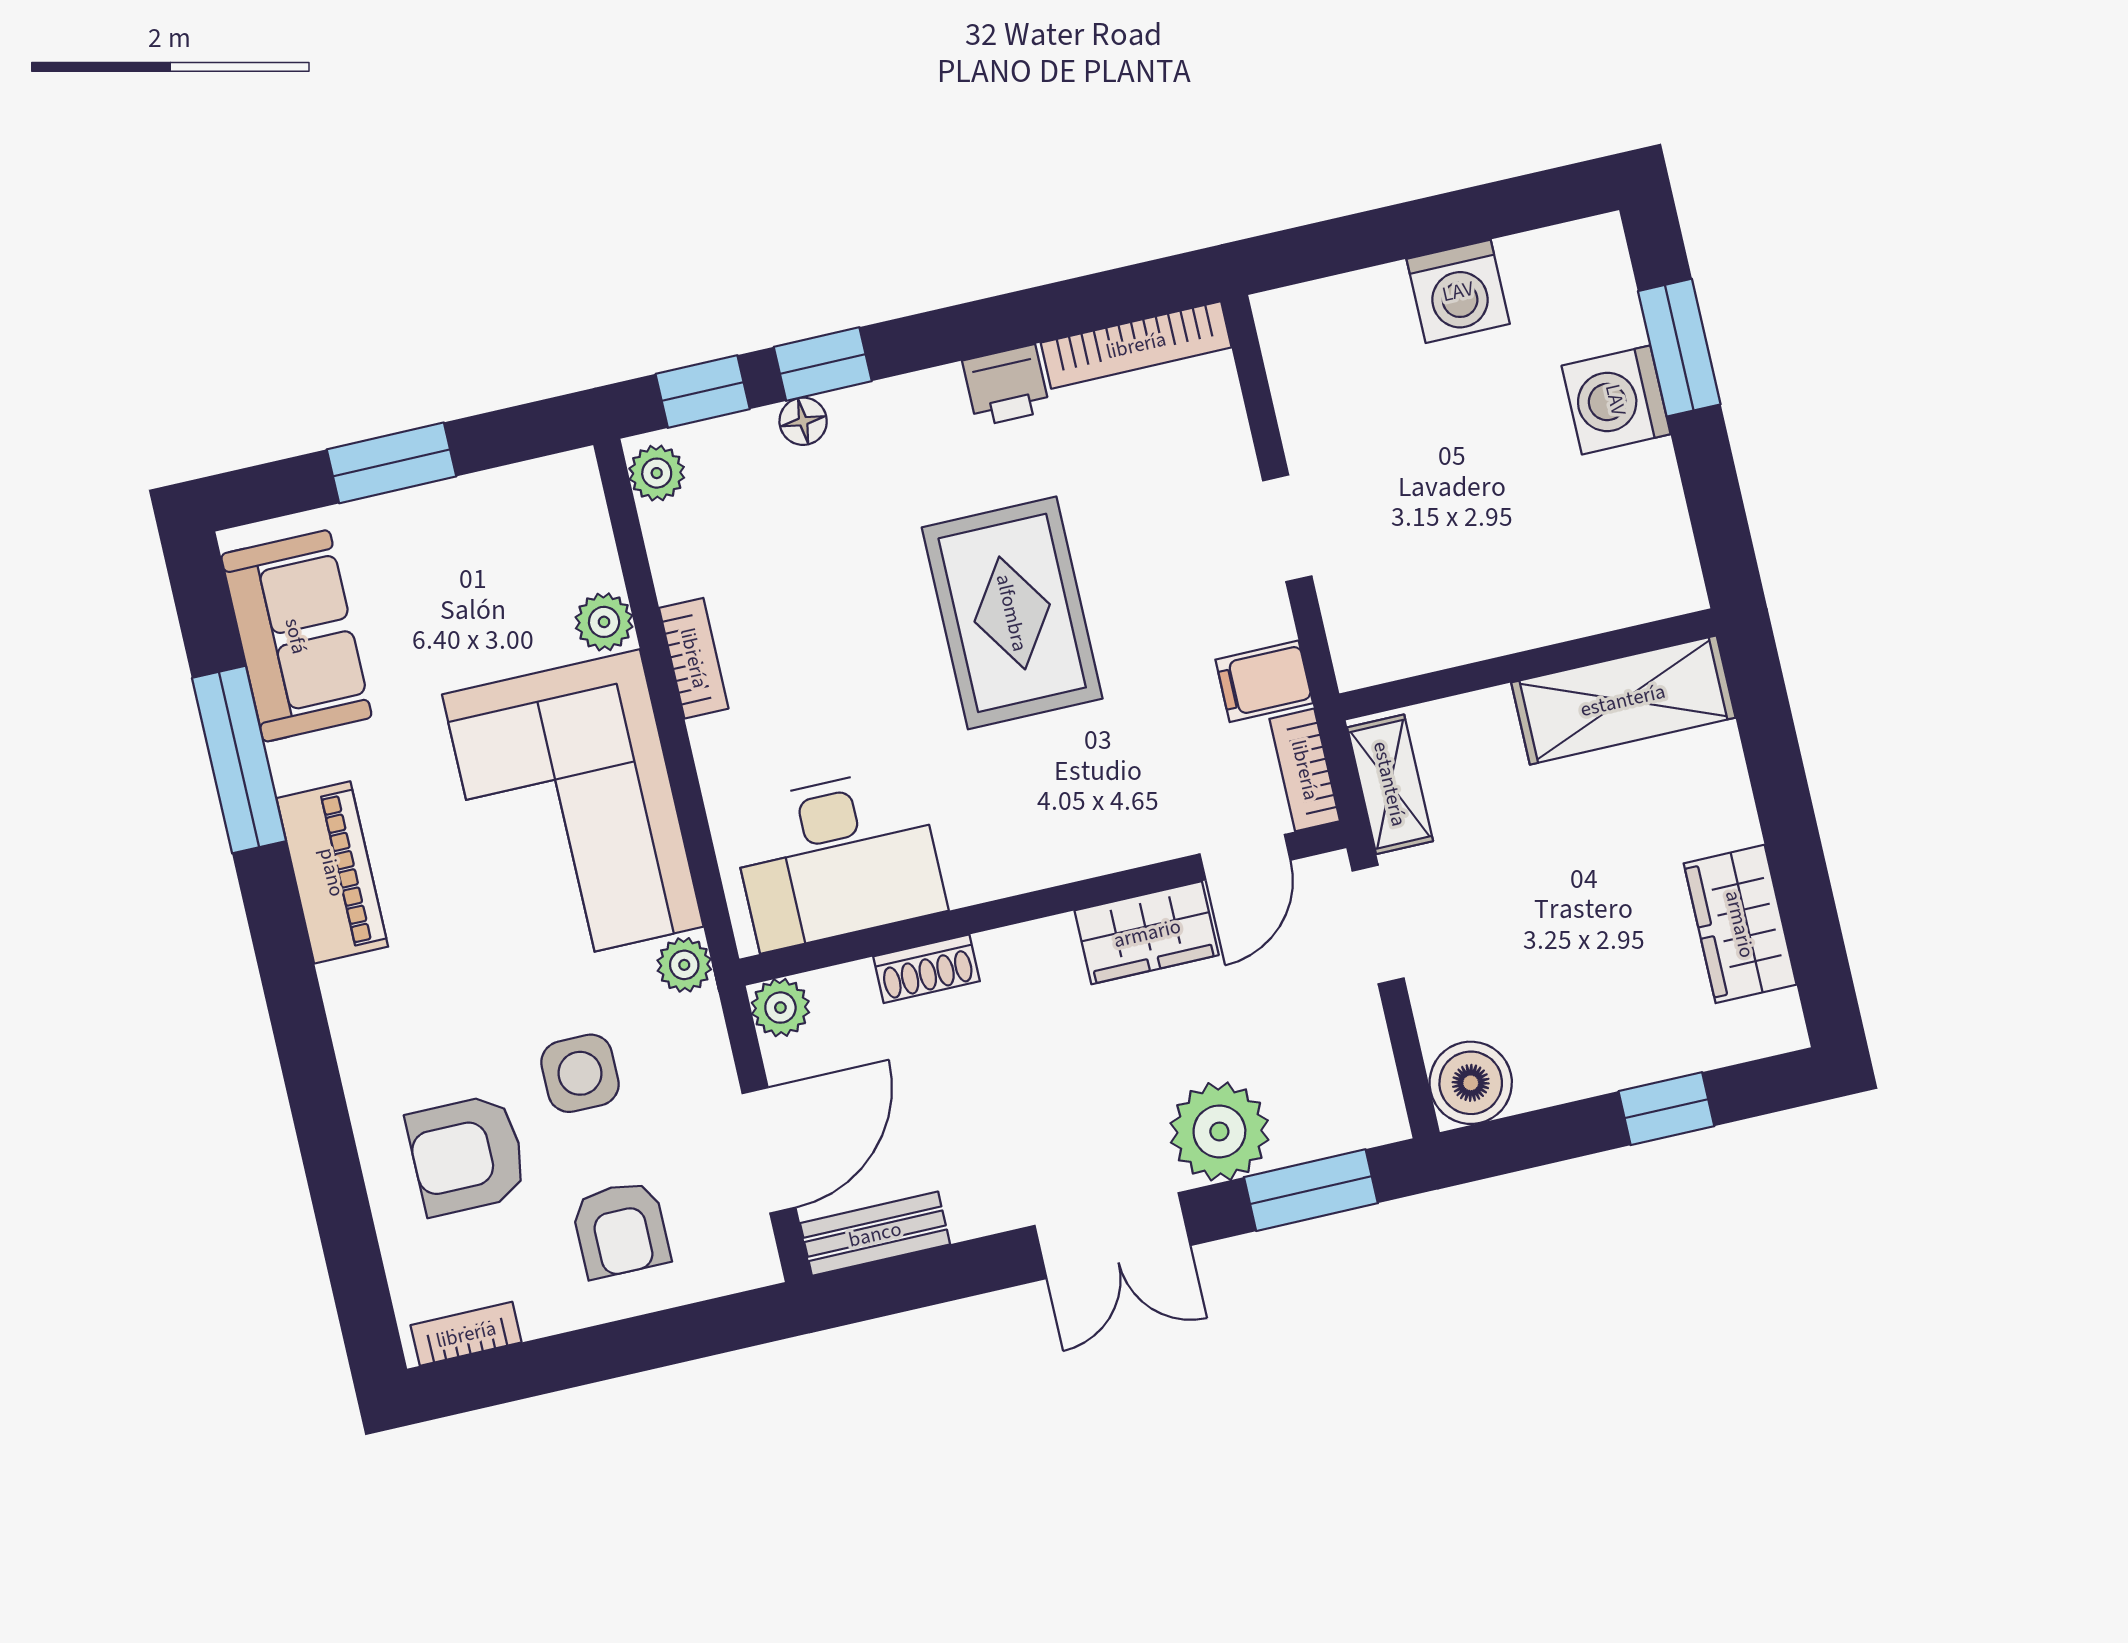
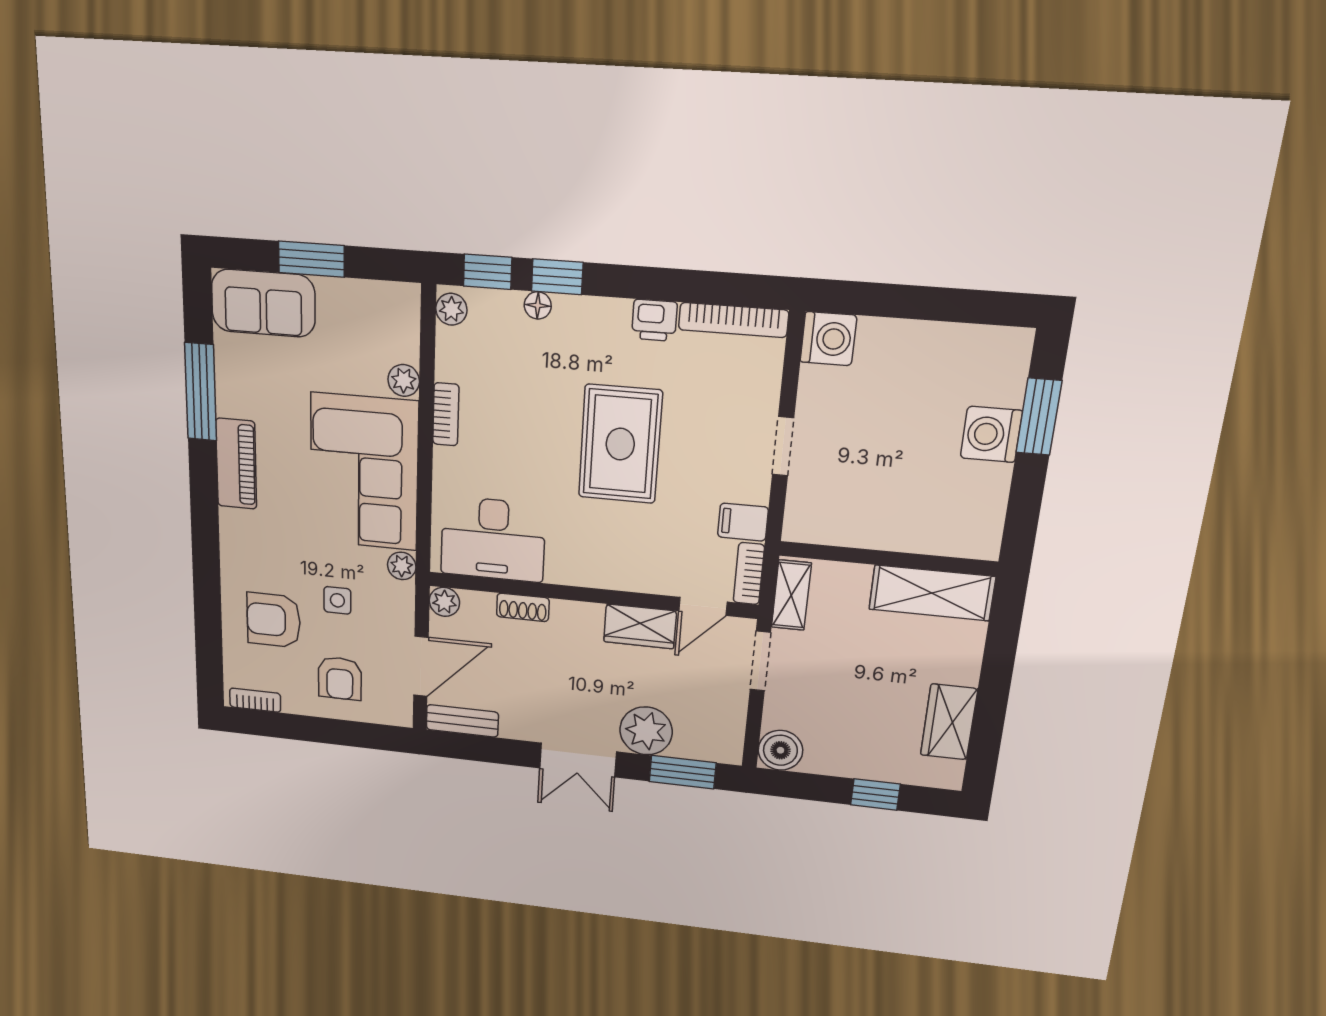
washing machine: (1458, 291) -> (828, 339), moved, turned -90
sofa: (296, 636) -> (263, 303), moved, turned 90
side table: (580, 1073) -> (337, 600), width x0.73, depth x0.73

